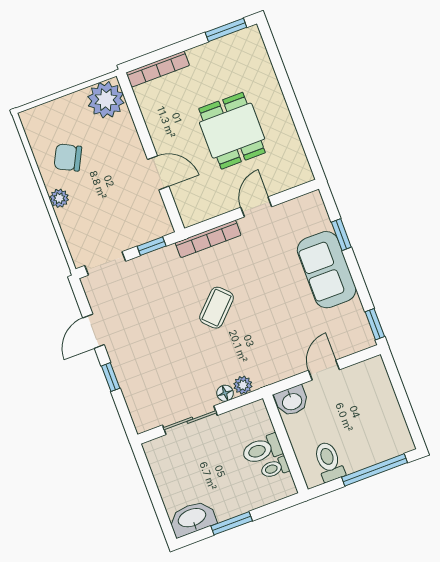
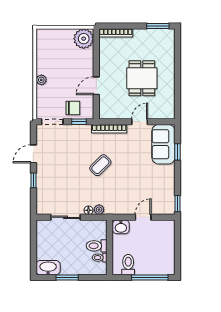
chair: (68, 157) -> (73, 108), moved, turned 153
door: (158, 173) -> (96, 86), swing flipped
sofa: (327, 270) -> (163, 144), moved

